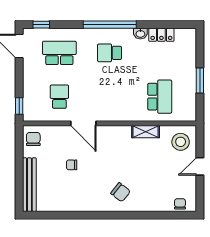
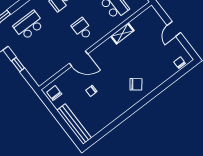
school desk: (59, 97) -> (82, 29), moved
window: (19, 106) -> (18, 65), moved
stool: (181, 142) -> (150, 23), removed

